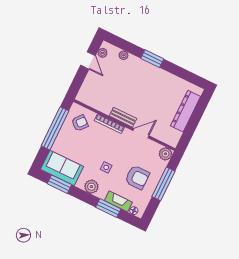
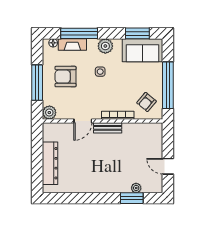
plant: (102, 53) -> (158, 180), removed
window: (152, 59) -> (132, 198), moved
window: (108, 208) -> (79, 33), width x1.44

